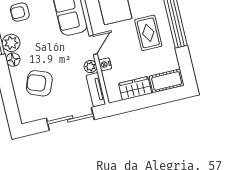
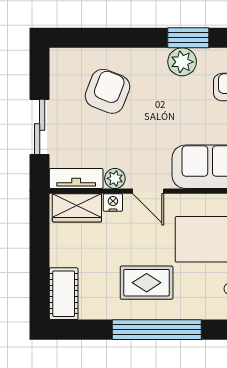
floor lamp: (13, 60) -> (155, 59), removed
wardrobe: (135, 88) -> (77, 208), moved, turned 90
sliding door: (70, 119) -> (40, 127), width x0.73

